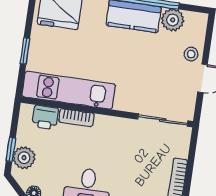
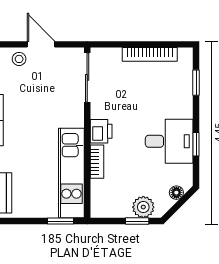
window: (25, 51) -> (61, 221), moved
printer: (45, 117) -> (101, 131), moved

